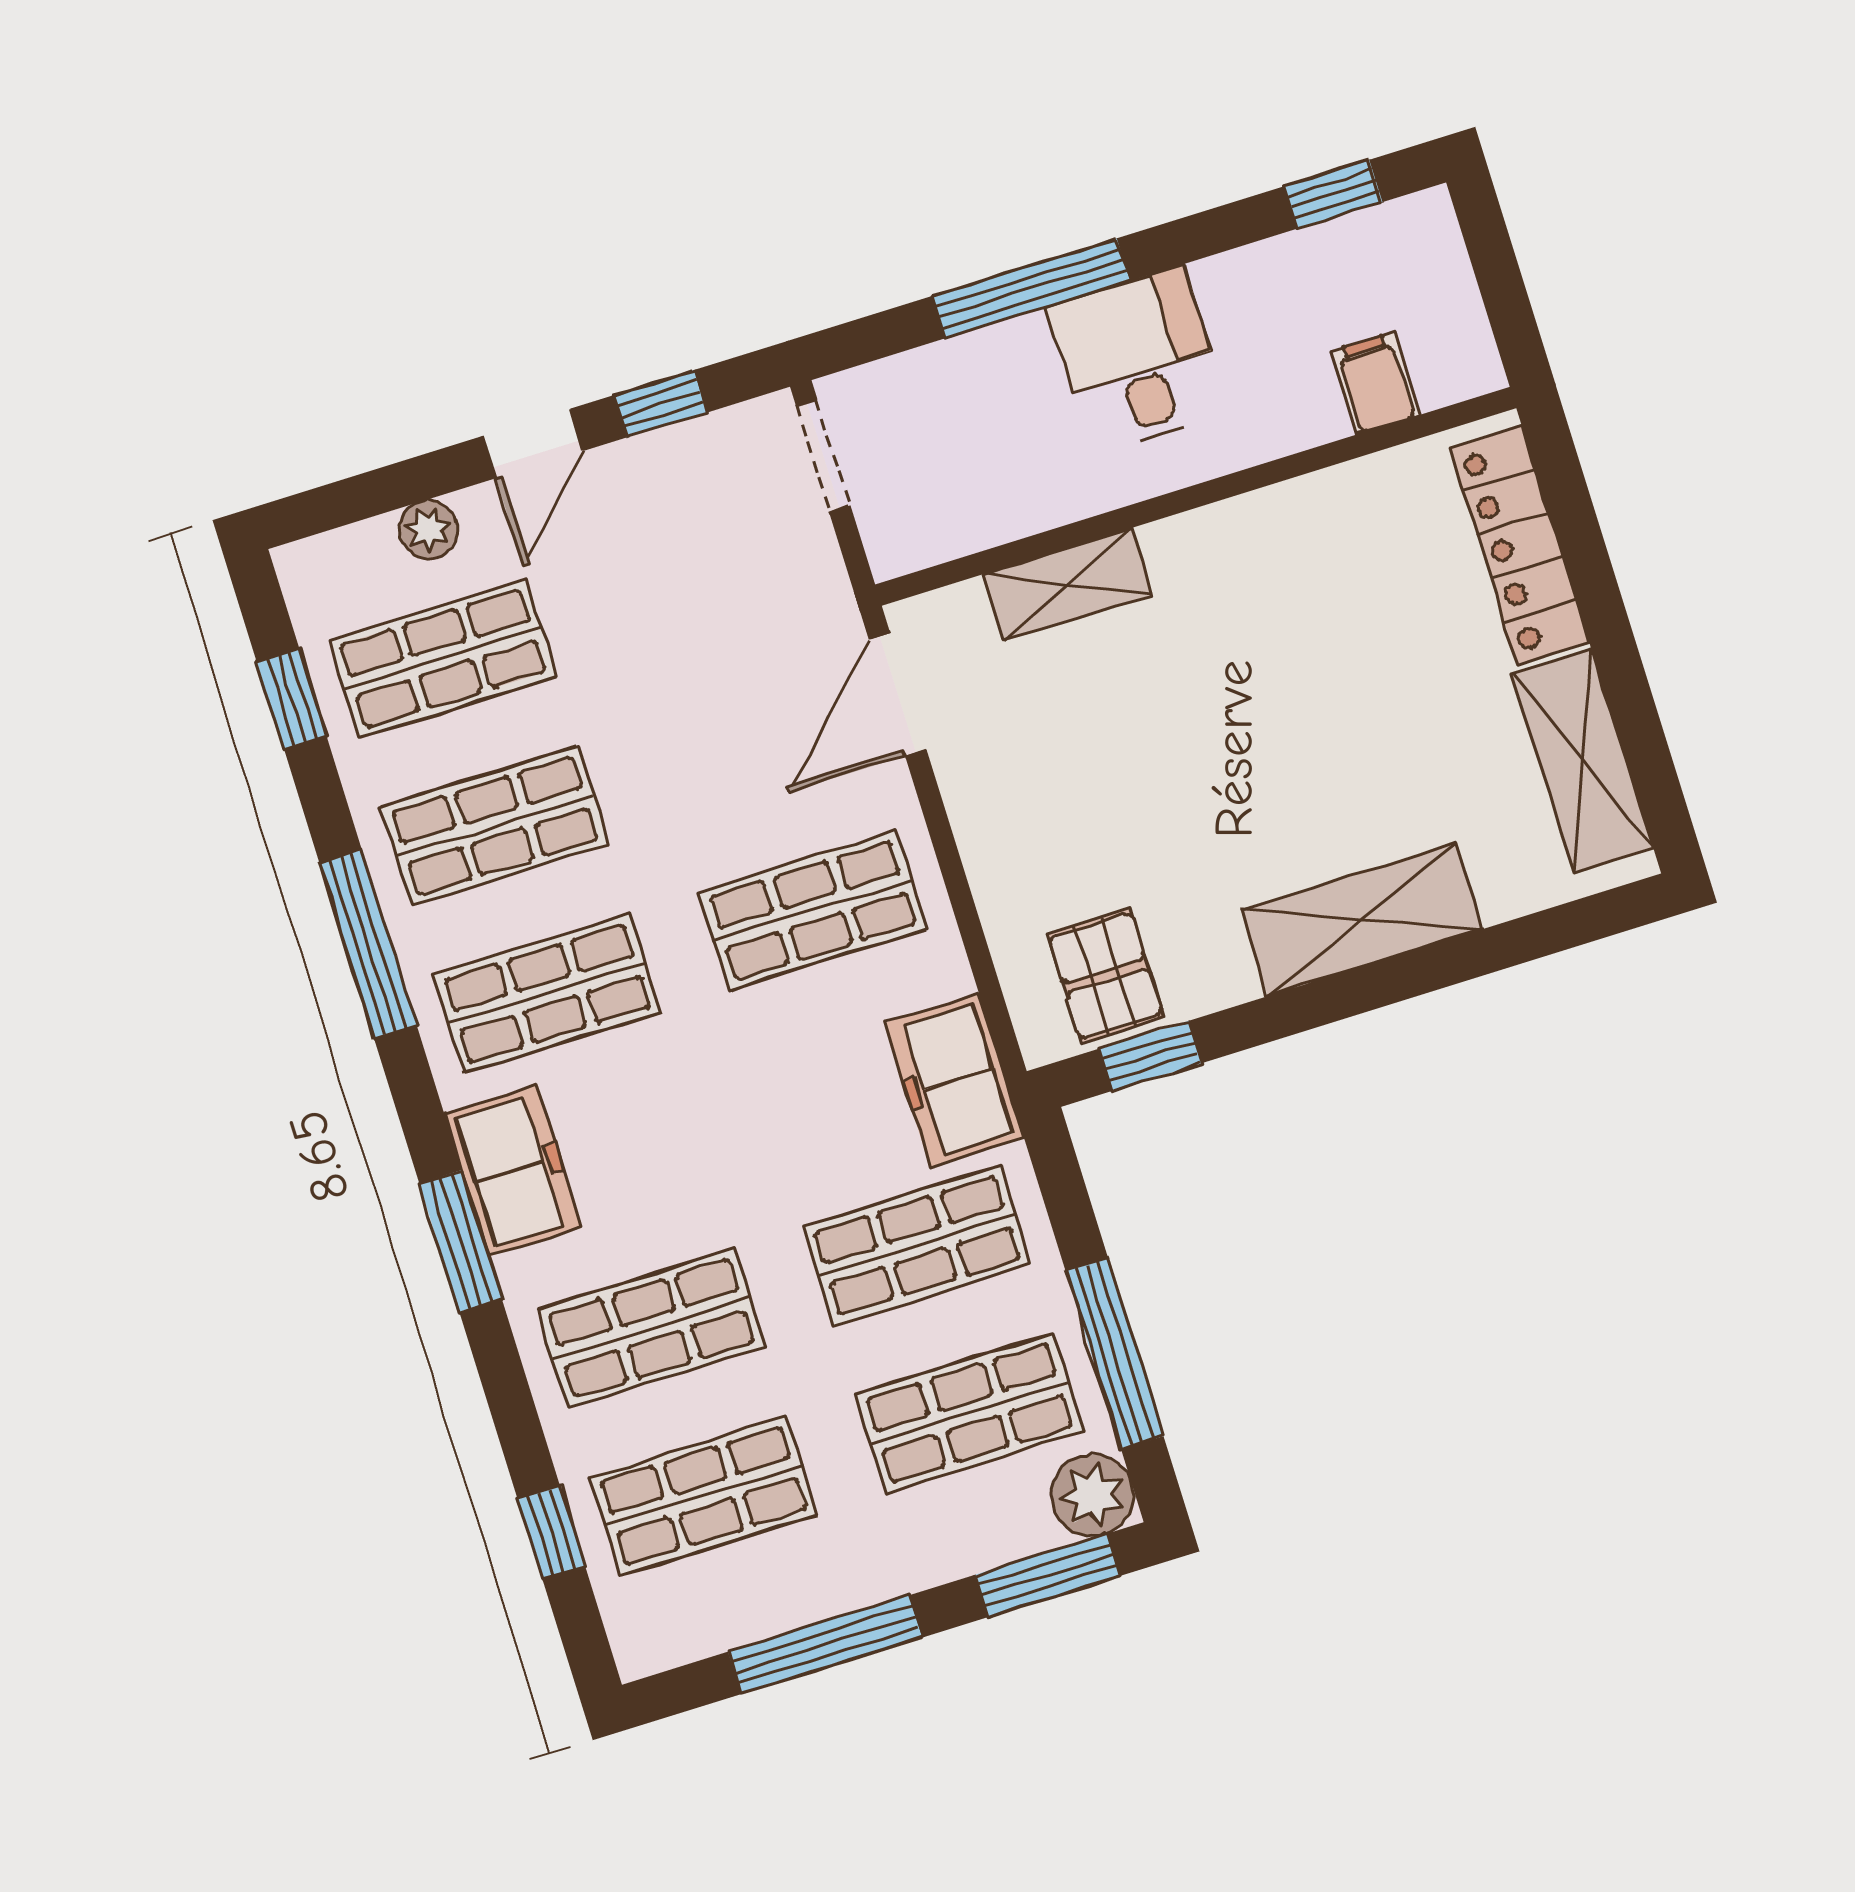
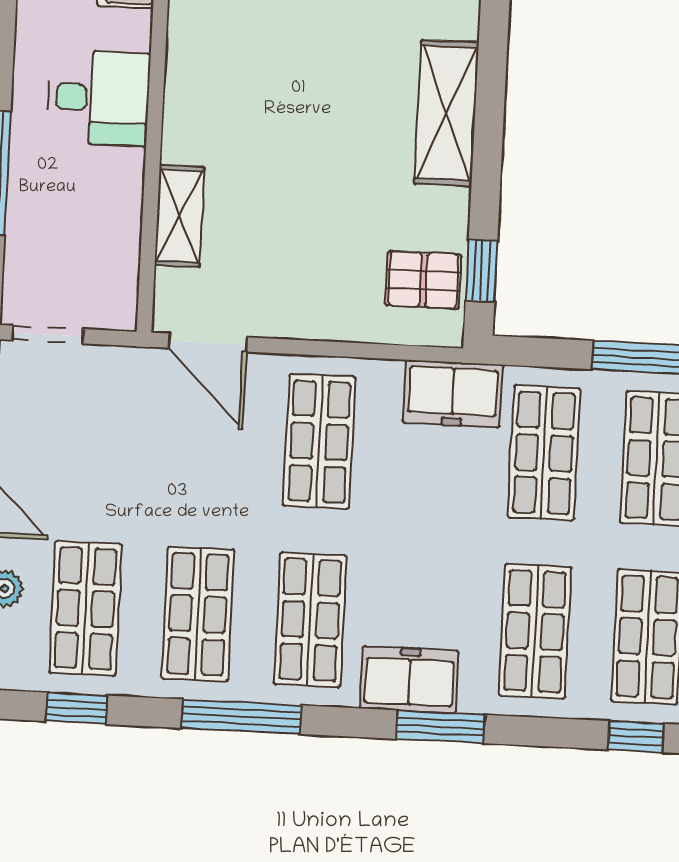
desk: (1138, 360) -> (99, 98), moved, turned 180

